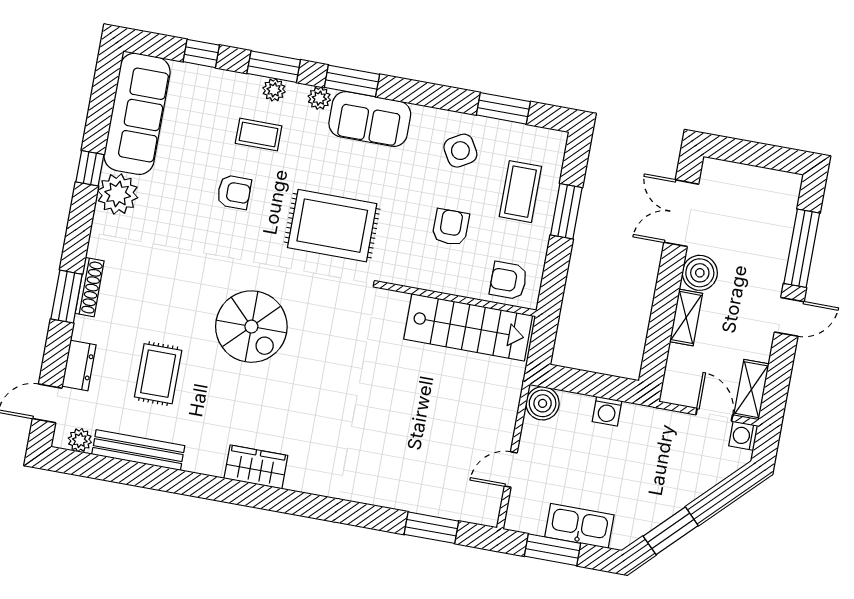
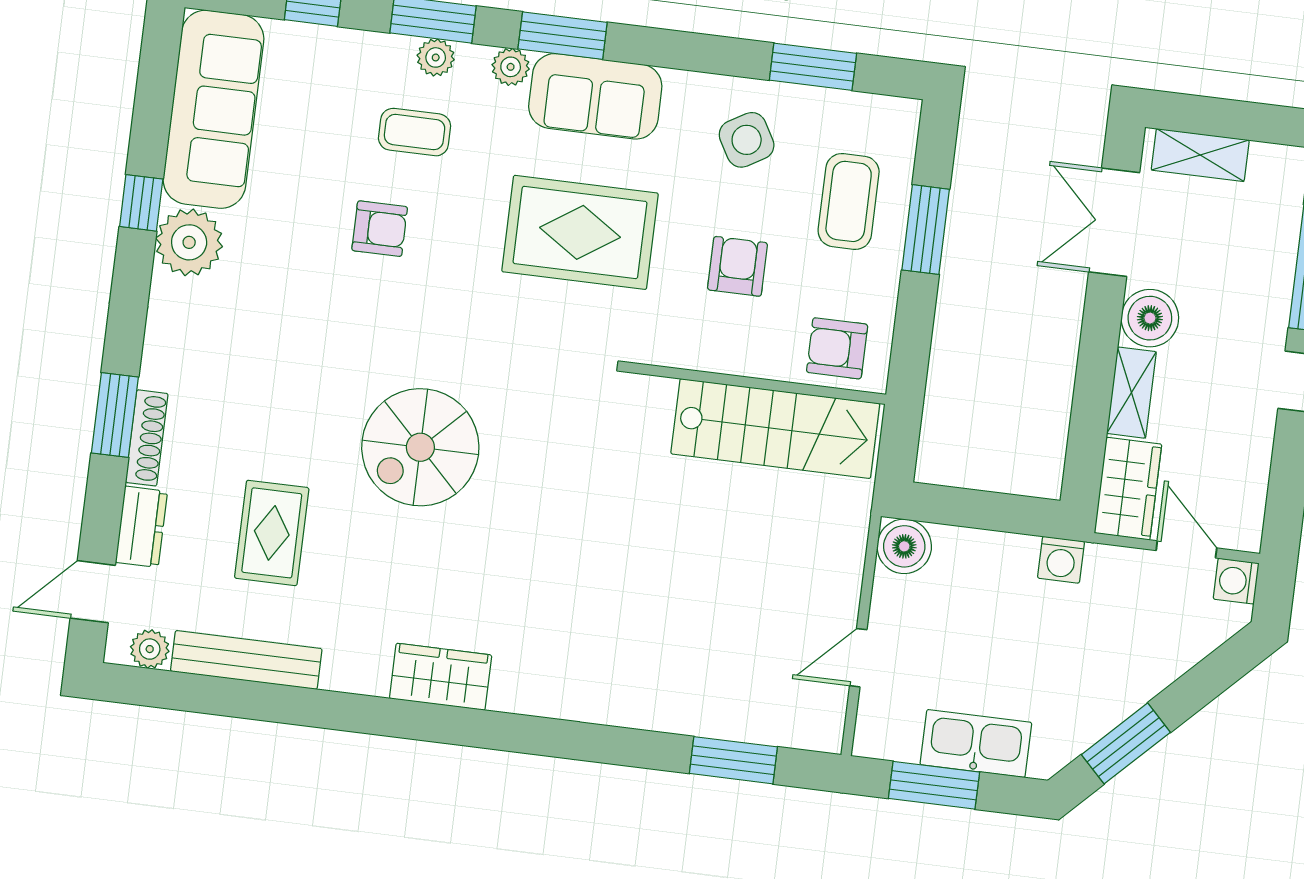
rug: (332, 226) -> (580, 232), moved
shoe rack: (90, 287) -> (147, 438), moved
spiral stairs: (251, 327) -> (420, 447), turned 90
wardrobe: (681, 376) -> (1128, 489), added
shelving: (751, 390) -> (1200, 155), moved, turned 90
washing machine: (607, 411) -> (1061, 560), moved

